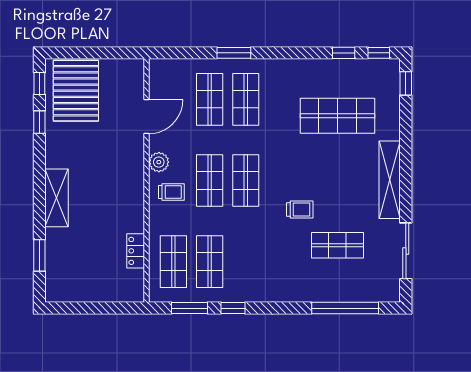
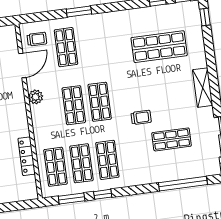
shop shelf: (246, 99) -> (107, 160), moved
shelving: (390, 180) -> (203, 88), width x0.68
trolley: (171, 192) -> (37, 39), moved
locker: (136, 251) -> (27, 156), width x1.53

